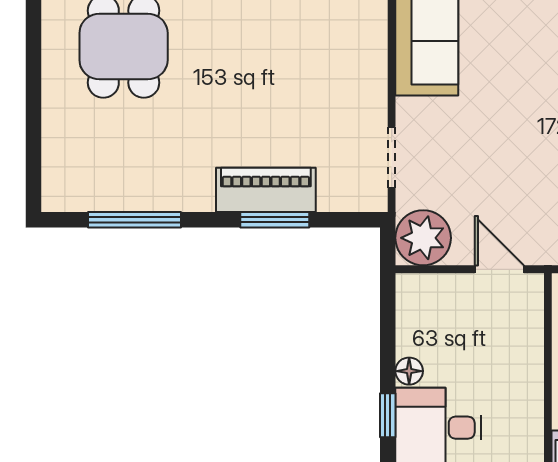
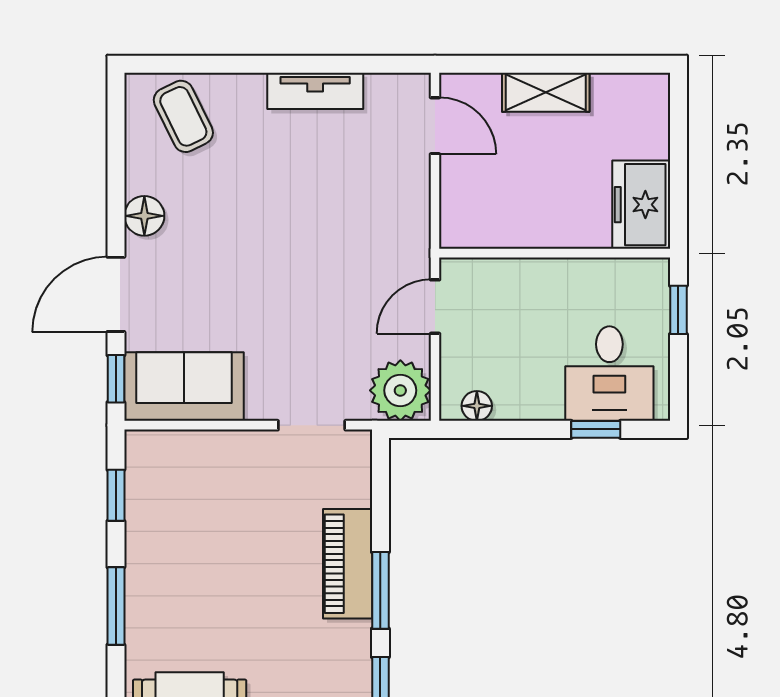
window: (275, 220) -> (380, 590), moved
floor lamp: (409, 371) -> (477, 406), moved

